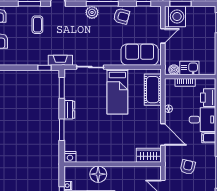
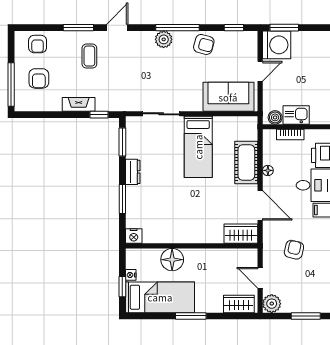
fireplace: (60, 60) -> (79, 104), moved
cot: (153, 90) -> (246, 162), moved

